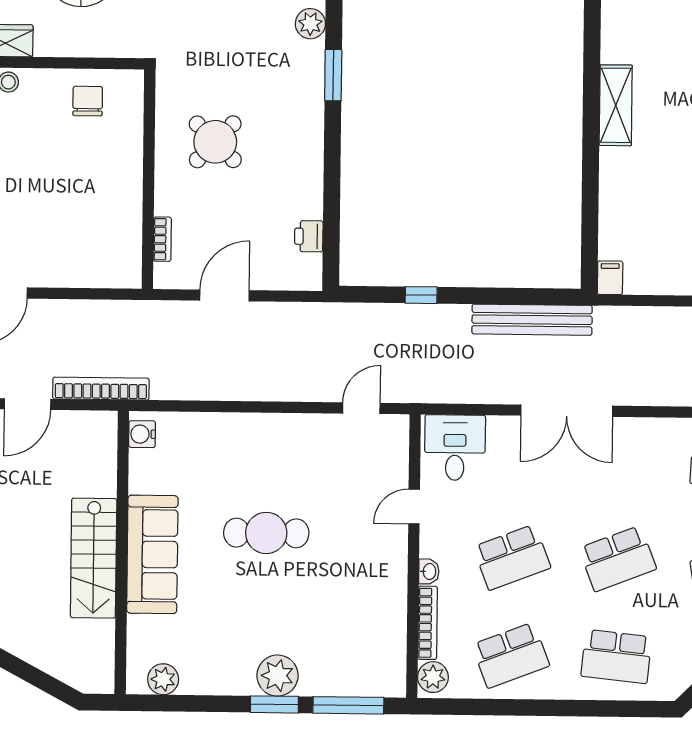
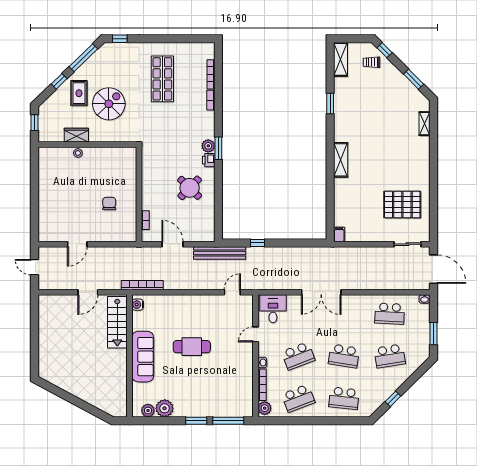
plant: (310, 24) -> (208, 146), moved
chair: (88, 101) -> (109, 204), moved
round table: (215, 142) -> (190, 188), moved
printer: (309, 236) -> (209, 160), moved
door: (224, 295) -> (172, 244), hinge flipped
bench: (532, 320) -> (220, 253), moved
bookcase: (101, 389) -> (142, 285), moved
stairs: (94, 558) -> (117, 322), moved
school desk: (618, 559) -> (344, 356), turned 30
plant: (278, 676) -> (165, 408), moved

